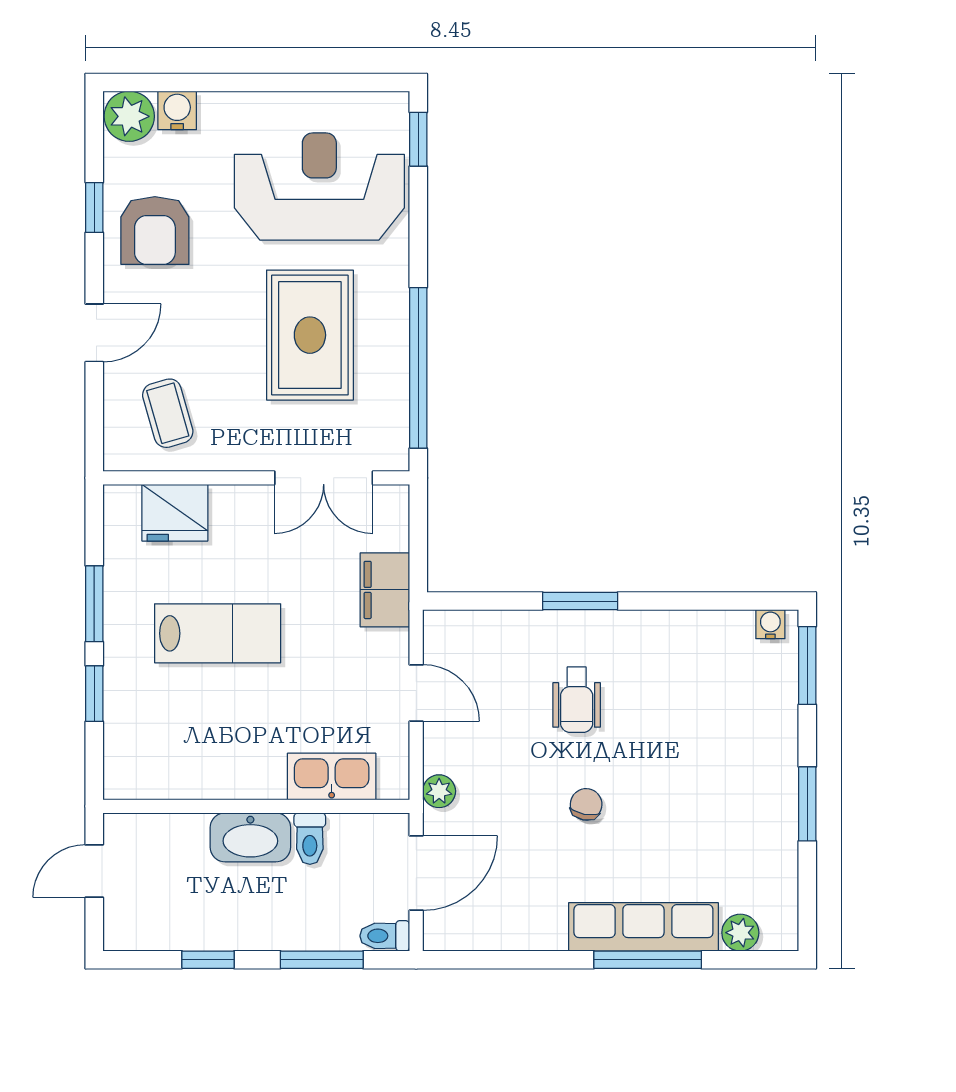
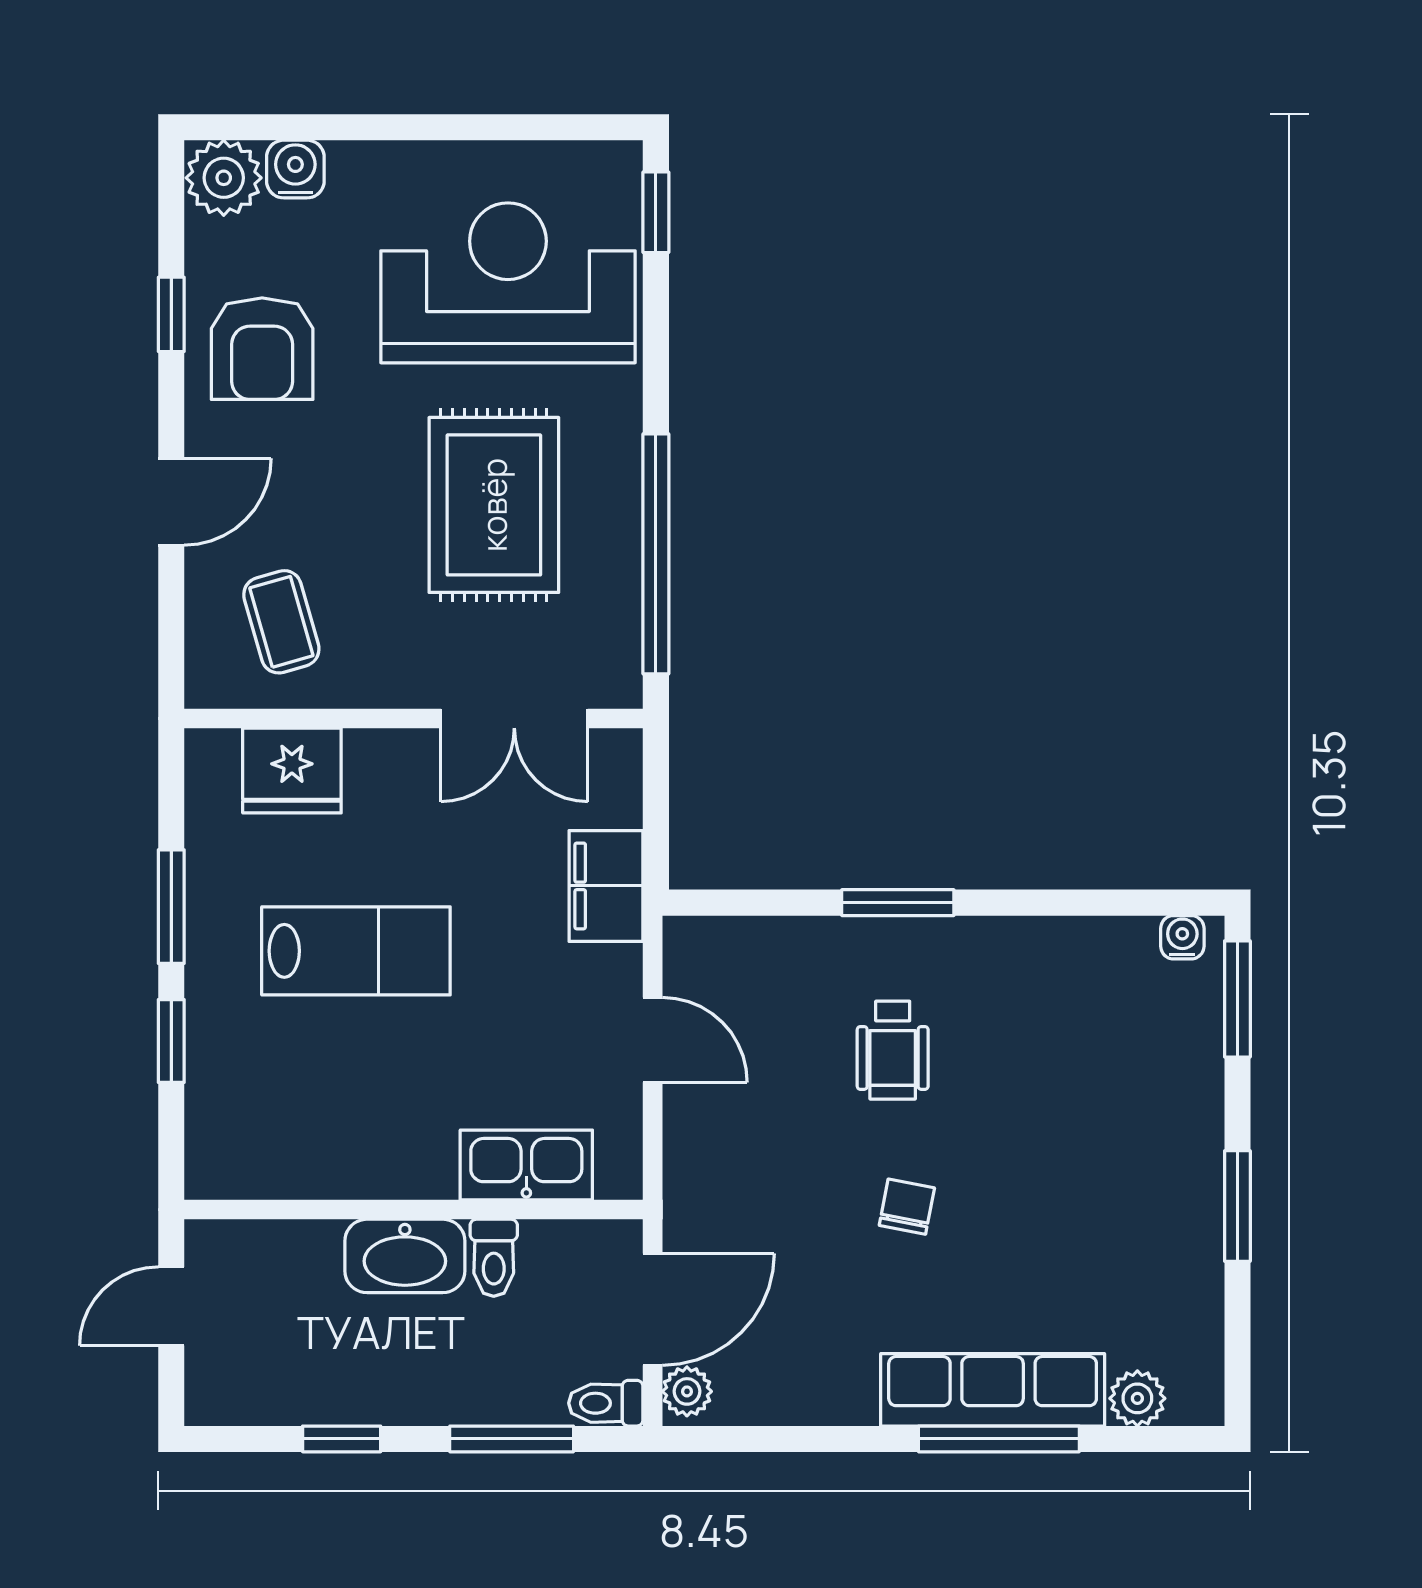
plant: (439, 791) -> (687, 1391), moved

